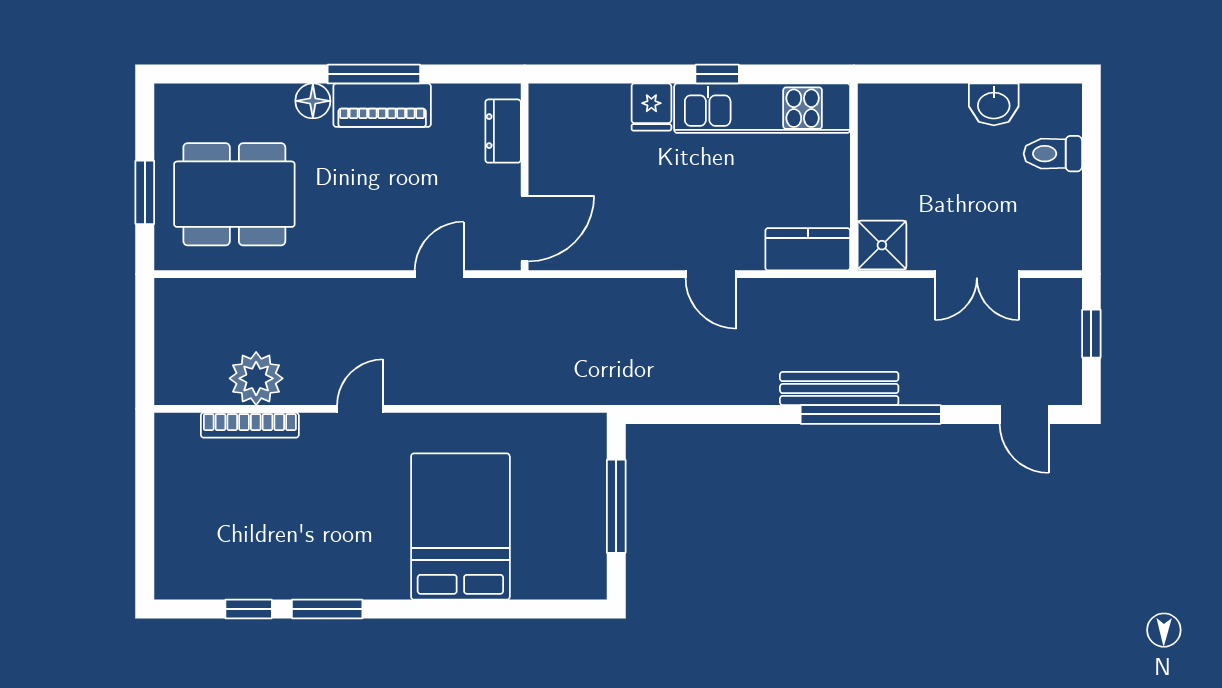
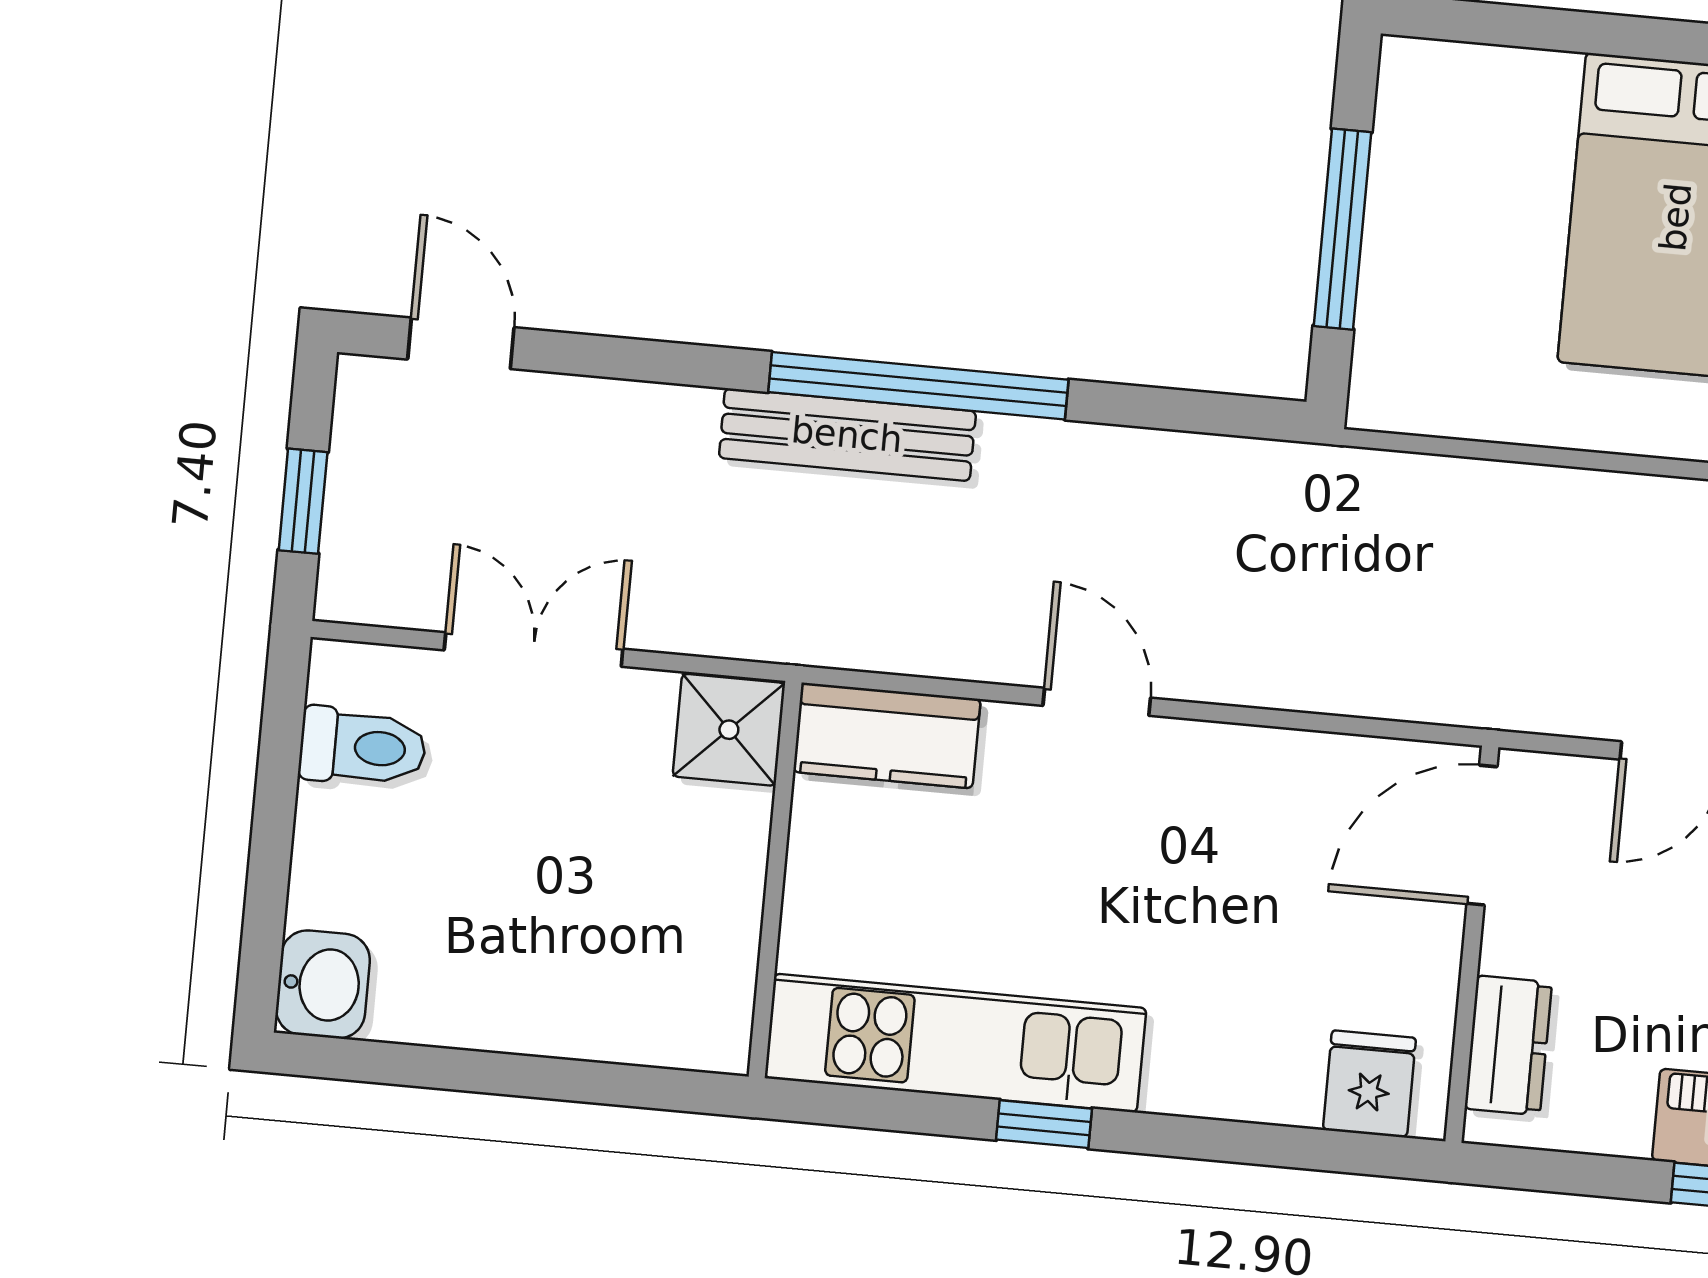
washbasin: (994, 104) -> (323, 984), moved, turned 90
fridge: (651, 107) -> (1369, 1084), moved
toilet: (1053, 154) -> (363, 747), moved
window: (871, 414) -> (918, 386), moved

